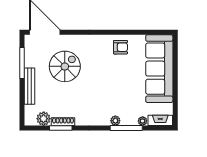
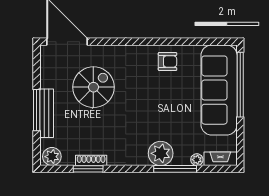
window: (22, 63) -> (37, 110), moved
window: (175, 65) -> (240, 85), added
plant: (44, 119) -> (52, 157), moved
plant: (115, 121) -> (161, 153), width x1.88, depth x1.88

